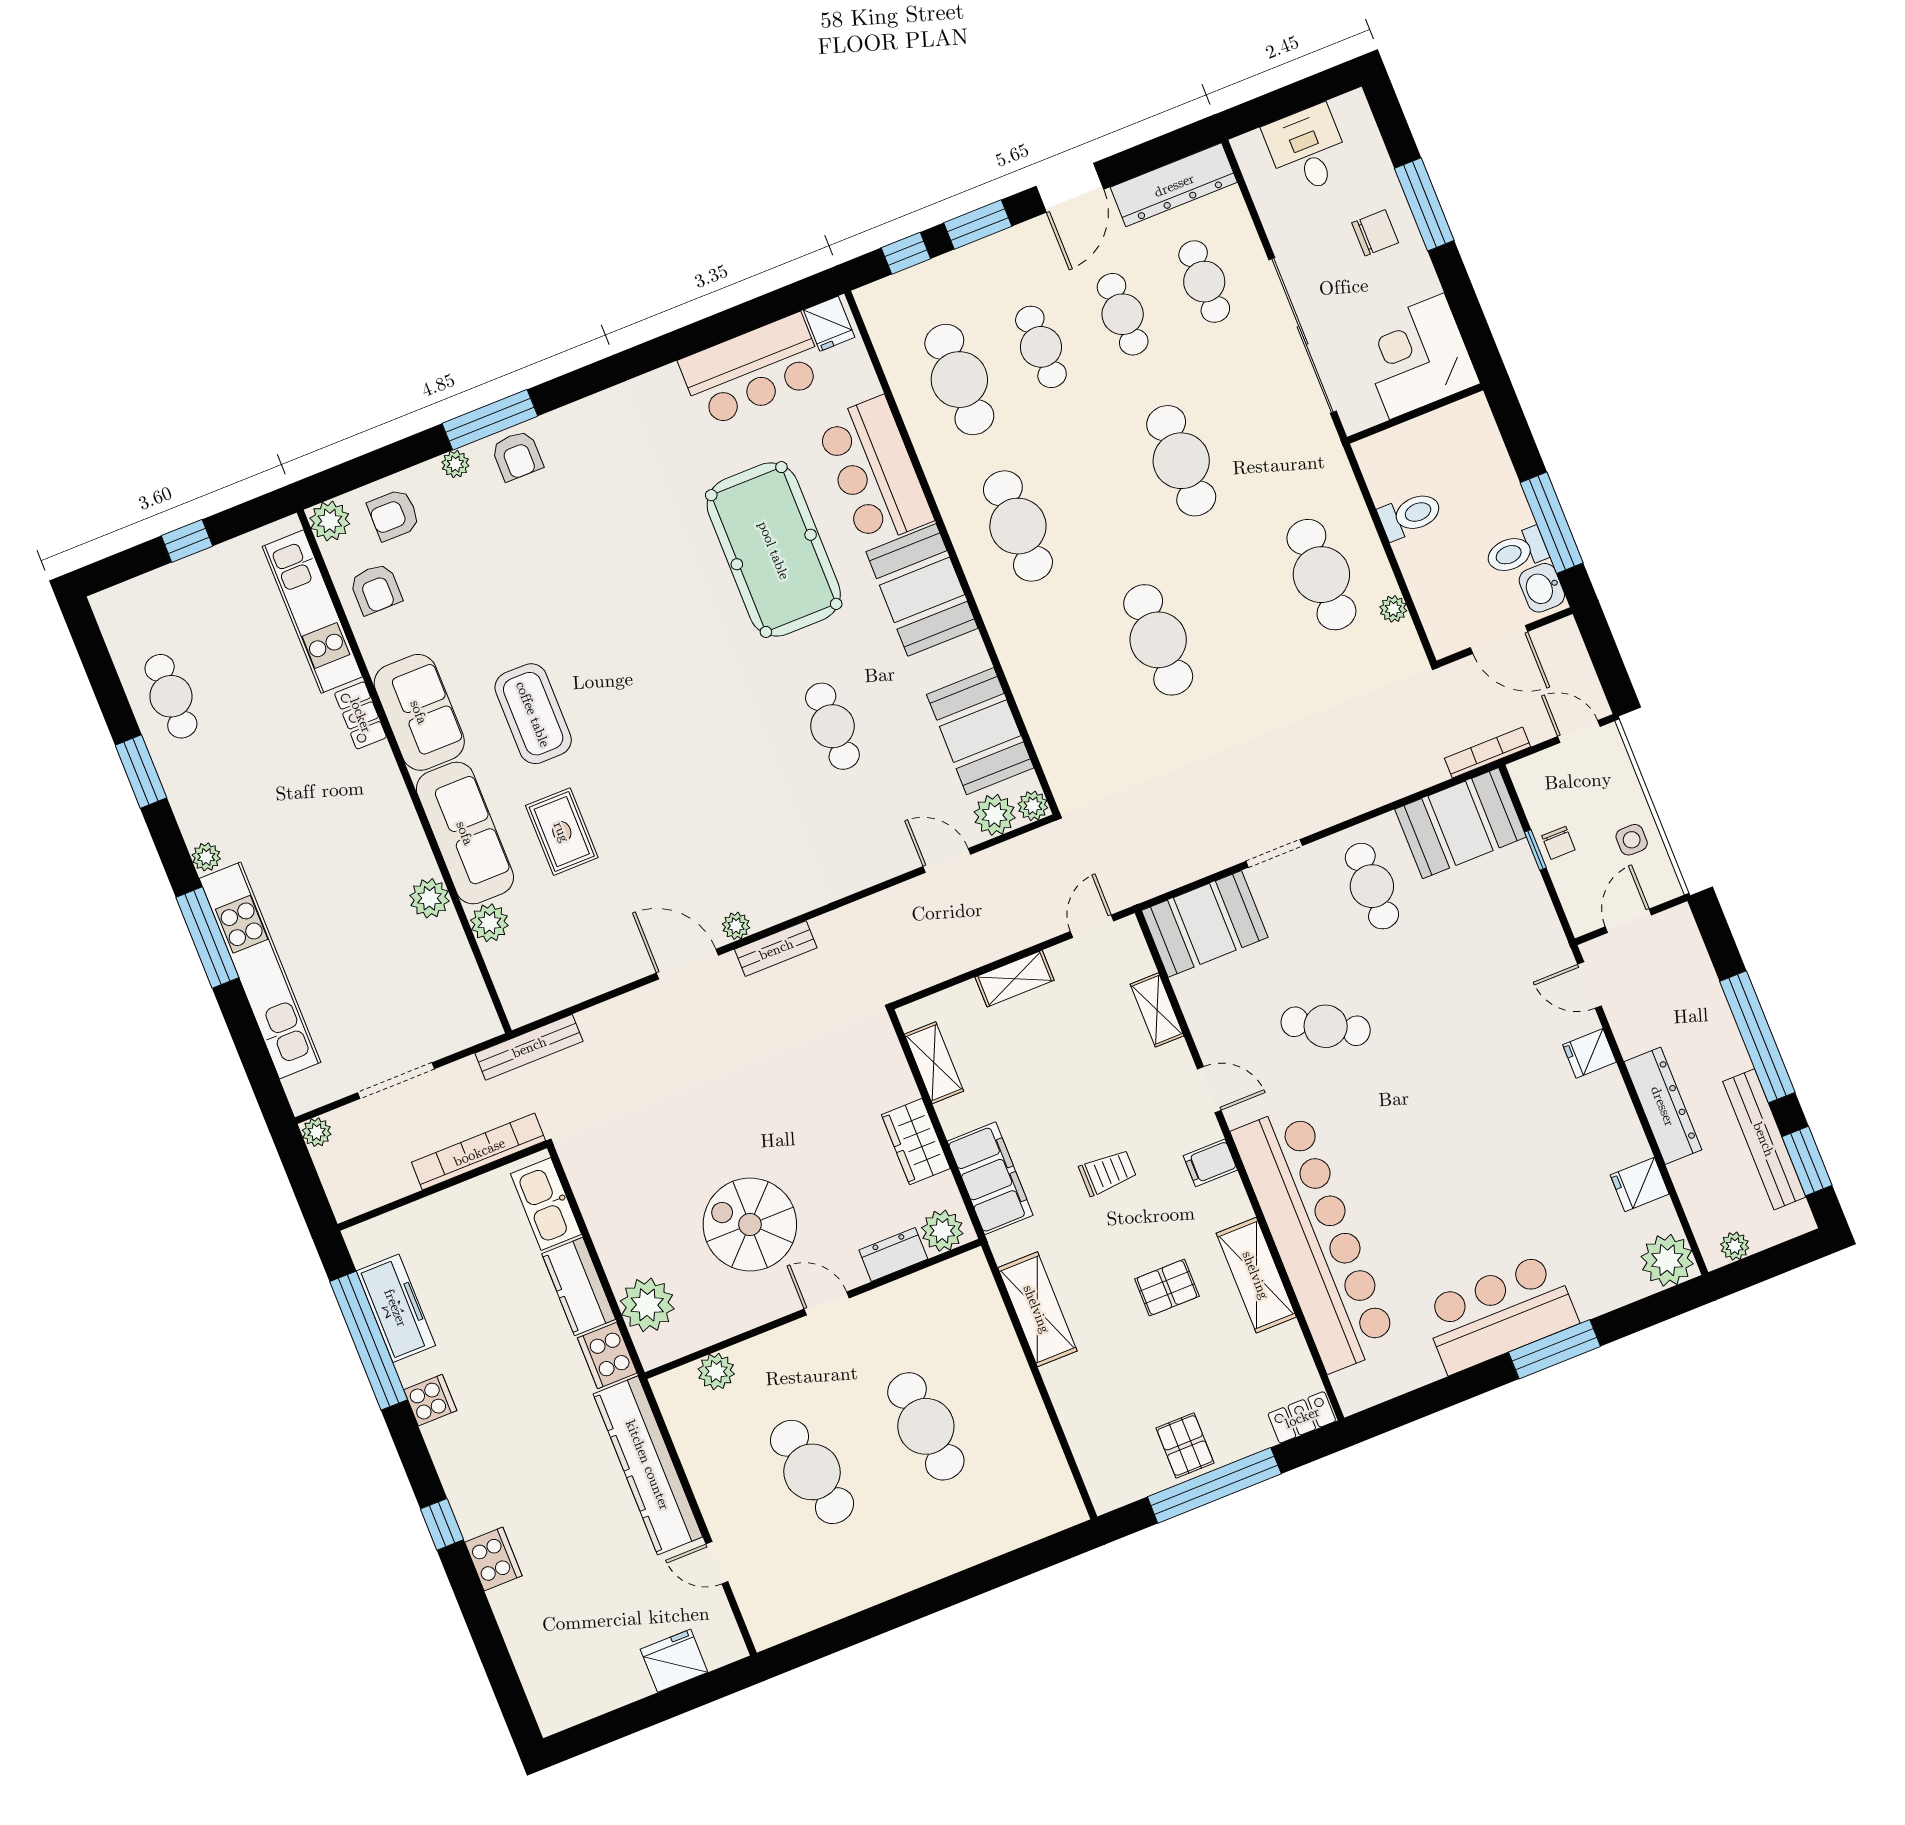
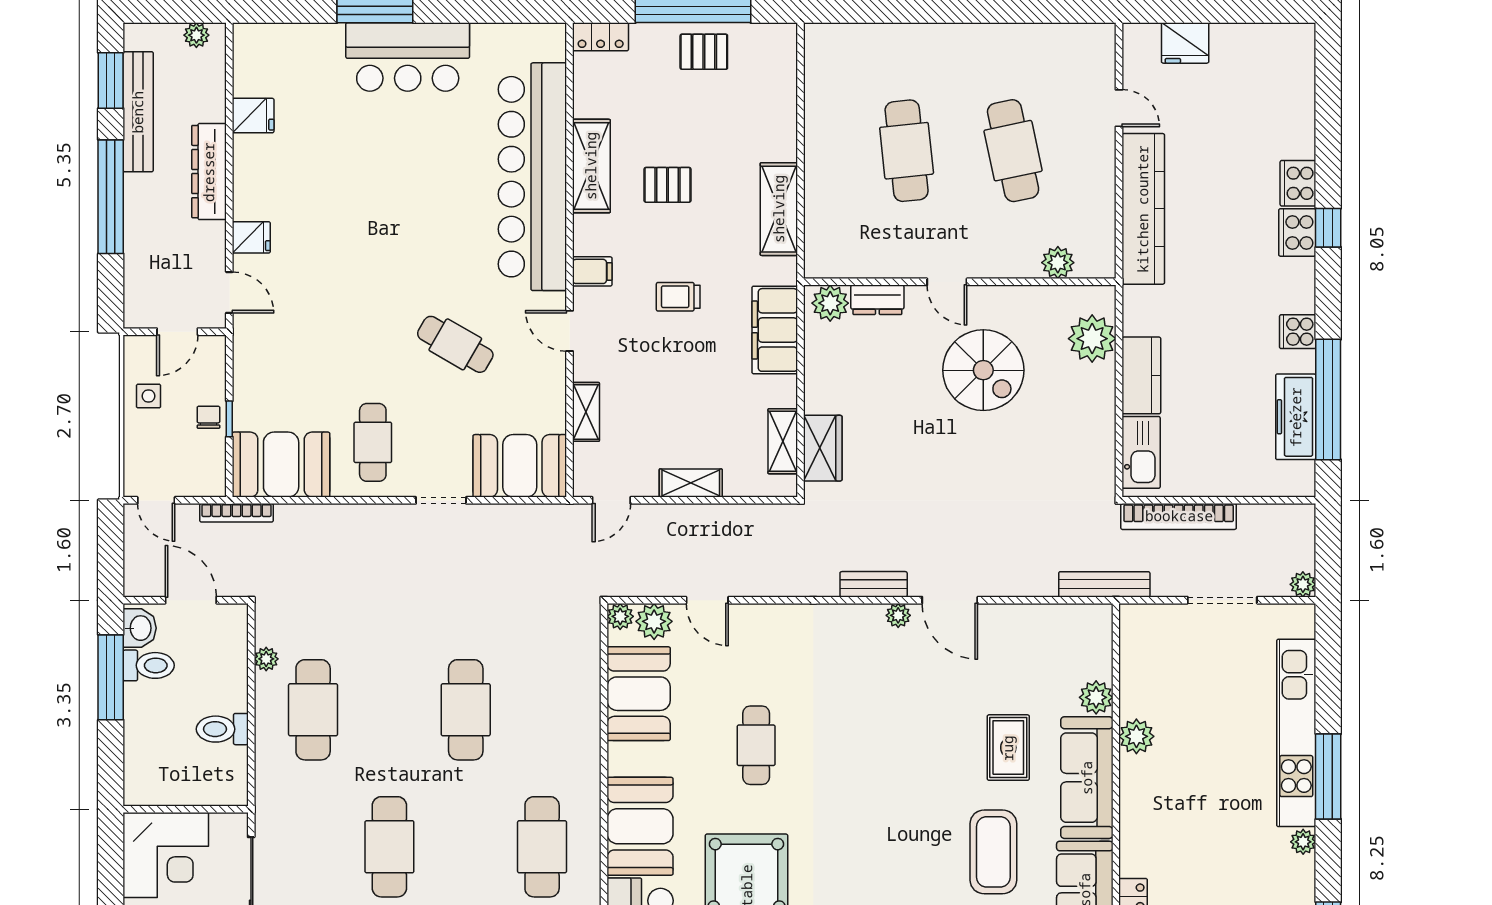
wardrobe: (916, 1142) -> (823, 448), moved
plant: (1667, 1260) -> (255, 46), removed
cooker: (607, 1355) -> (1297, 232), moved, turned 180
pallet: (1185, 1445) -> (704, 52), turned 90

